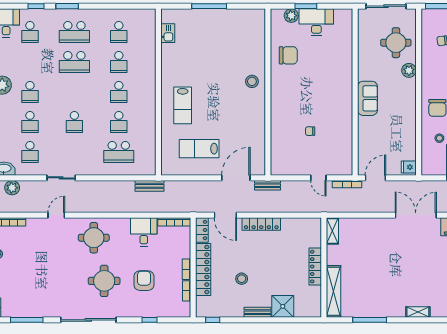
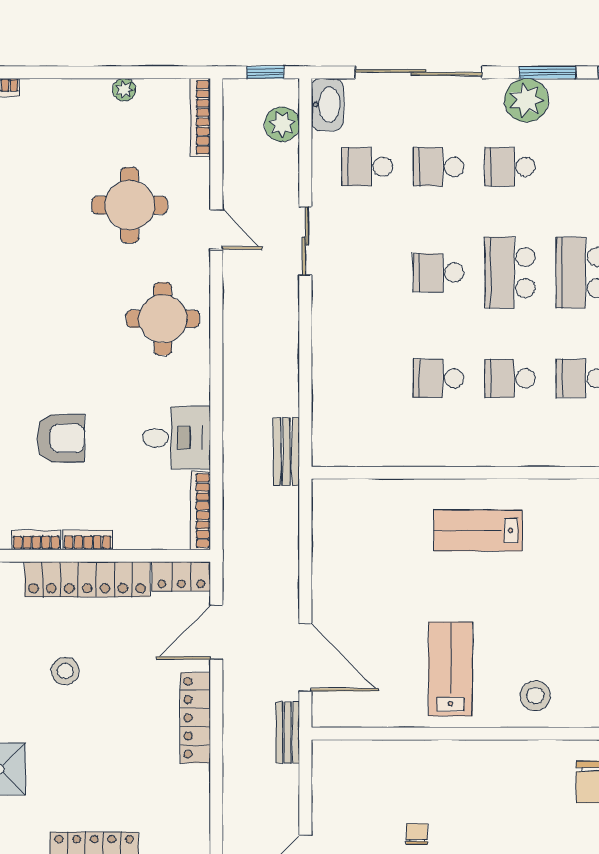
lab bench: (199, 149) -> (450, 669), moved
school desk: (119, 152) -> (510, 273), moved
round table: (104, 281) -> (130, 205), moved

